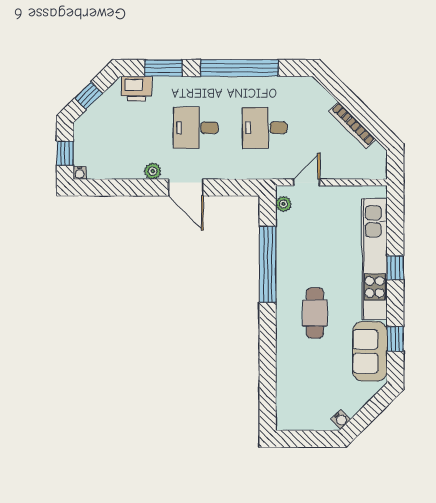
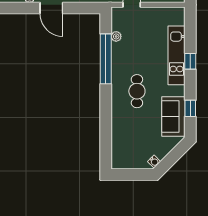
plant: (283, 204) -> (116, 36), moved
kitchen unit: (375, 259) -> (177, 55), width x0.73

